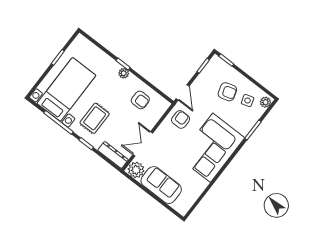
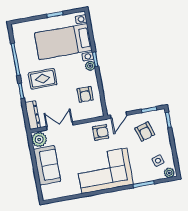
bed with nightstands: (66, 89) -> (63, 42), moved, turned 180
armchair: (227, 92) -> (145, 131), moved

